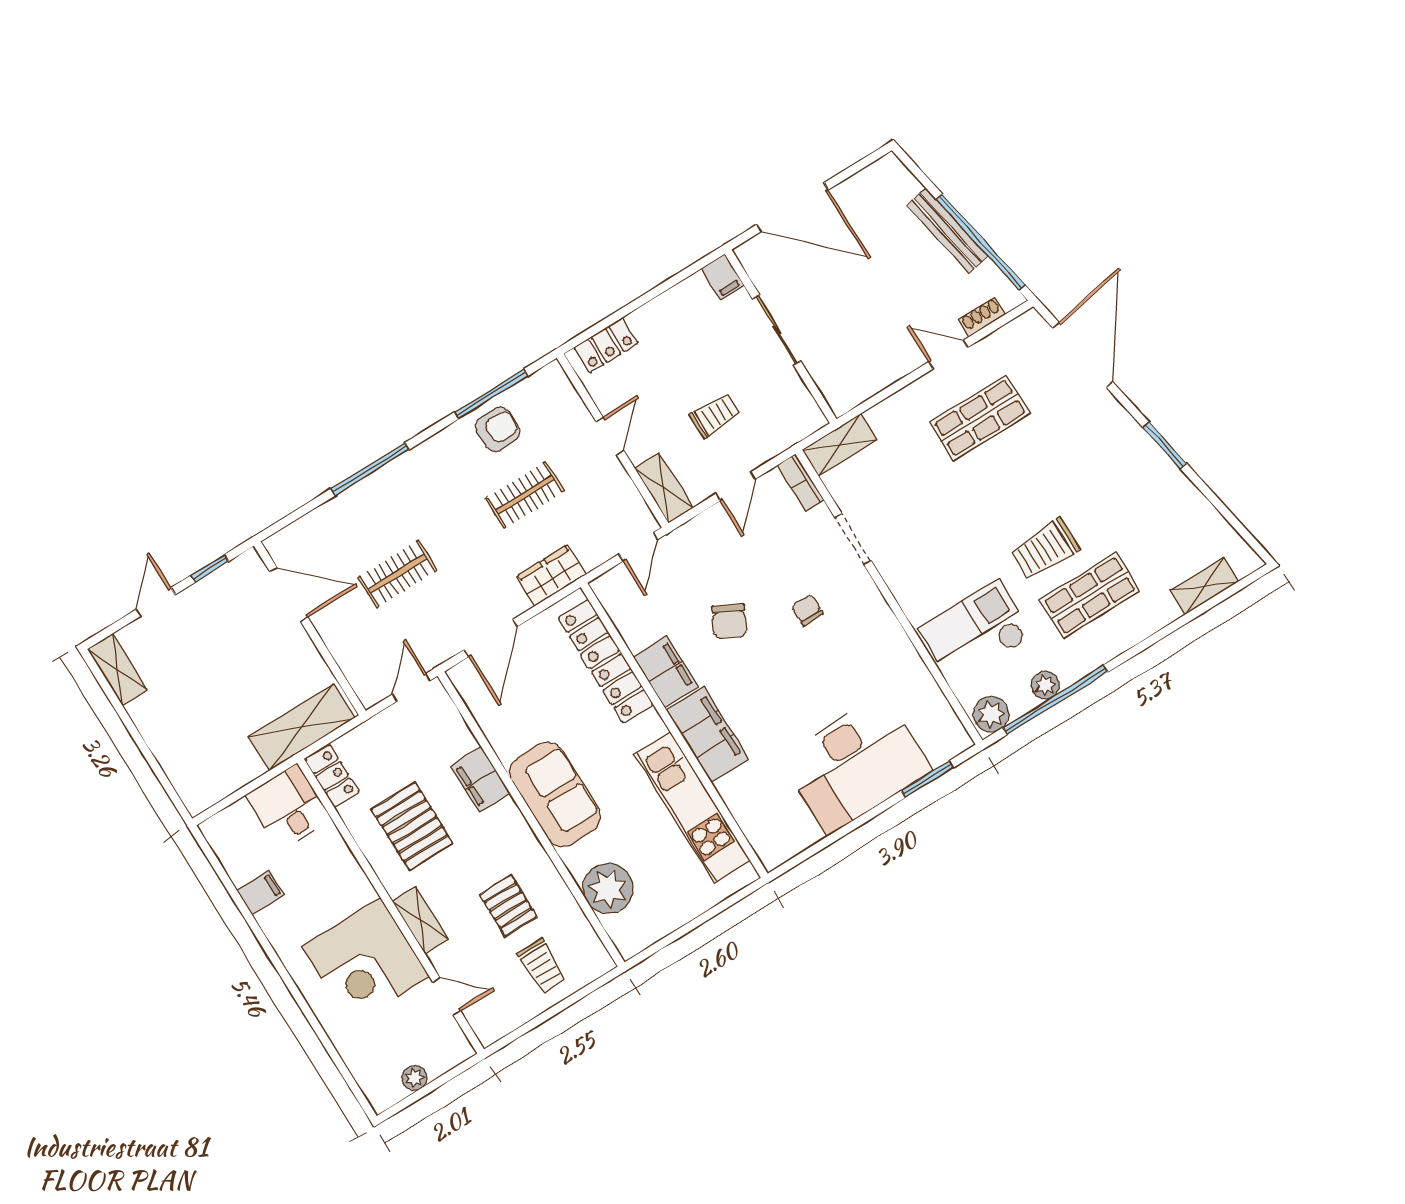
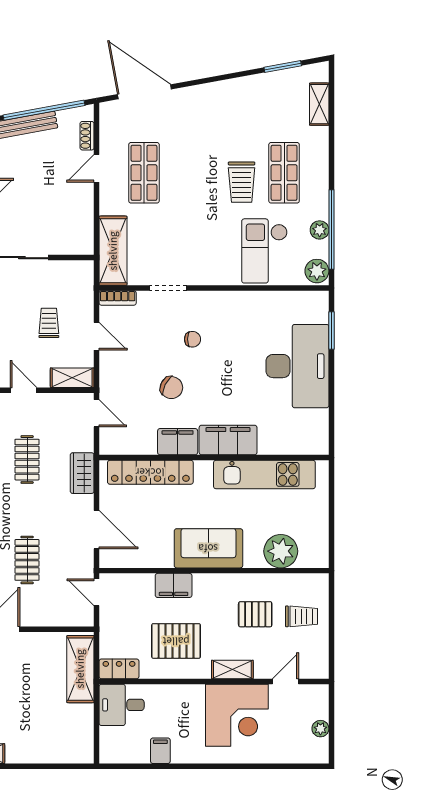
shelving: (840, 445) -> (113, 251), width x1.50, depth x1.33
window: (1165, 445) -> (283, 66), moved
chair: (807, 610) -> (192, 339), turned 180

